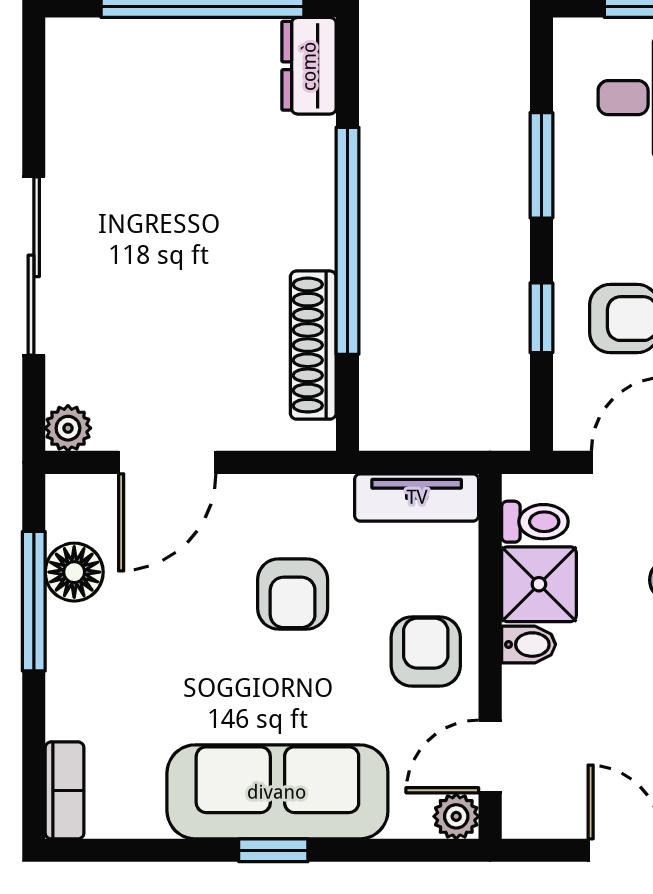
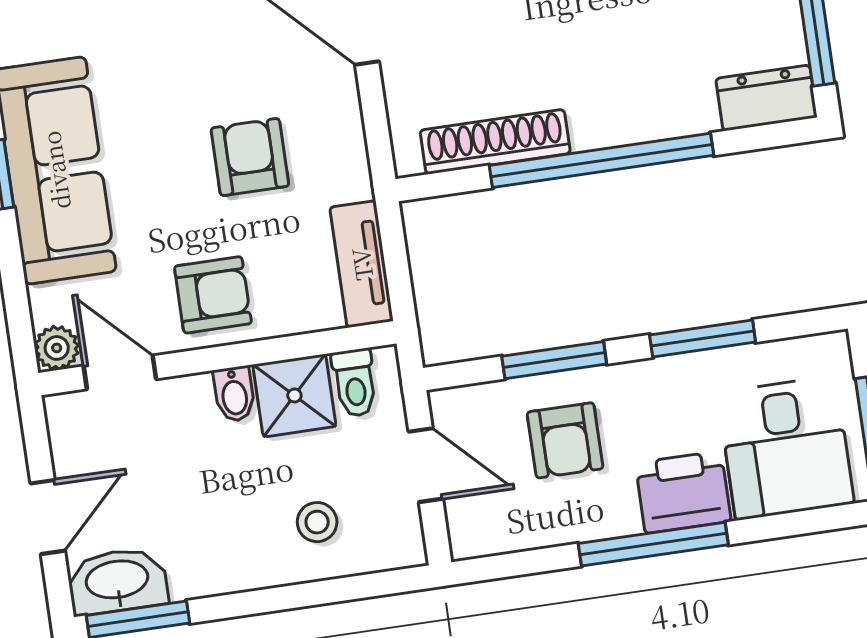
window: (541, 318) -> (554, 360), width x1.50
armchair: (293, 594) -> (250, 157), turned 90

